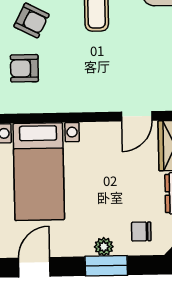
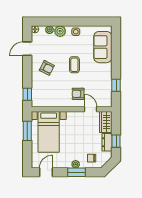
armchair: (24, 68) -> (78, 94), moved
door: (137, 116) -> (91, 109), swing flipped

